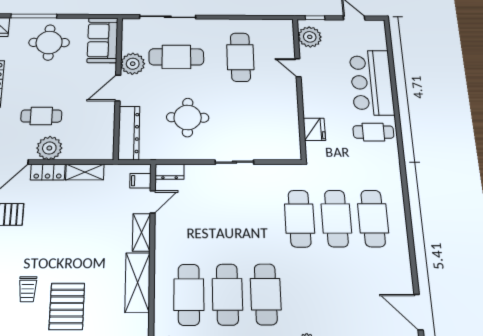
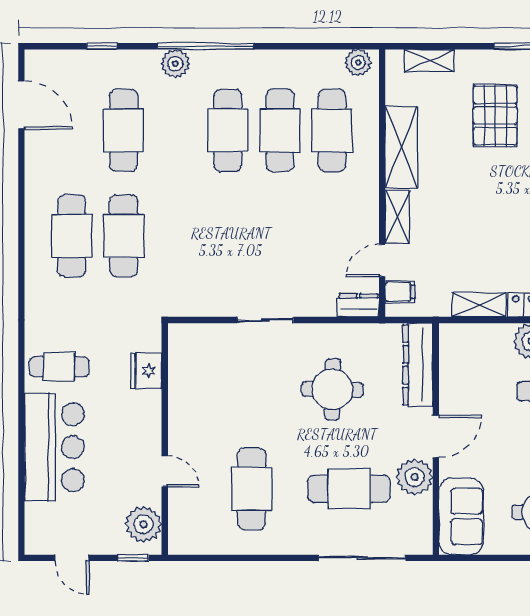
cafe table: (300, 218) -> (124, 130), moved

